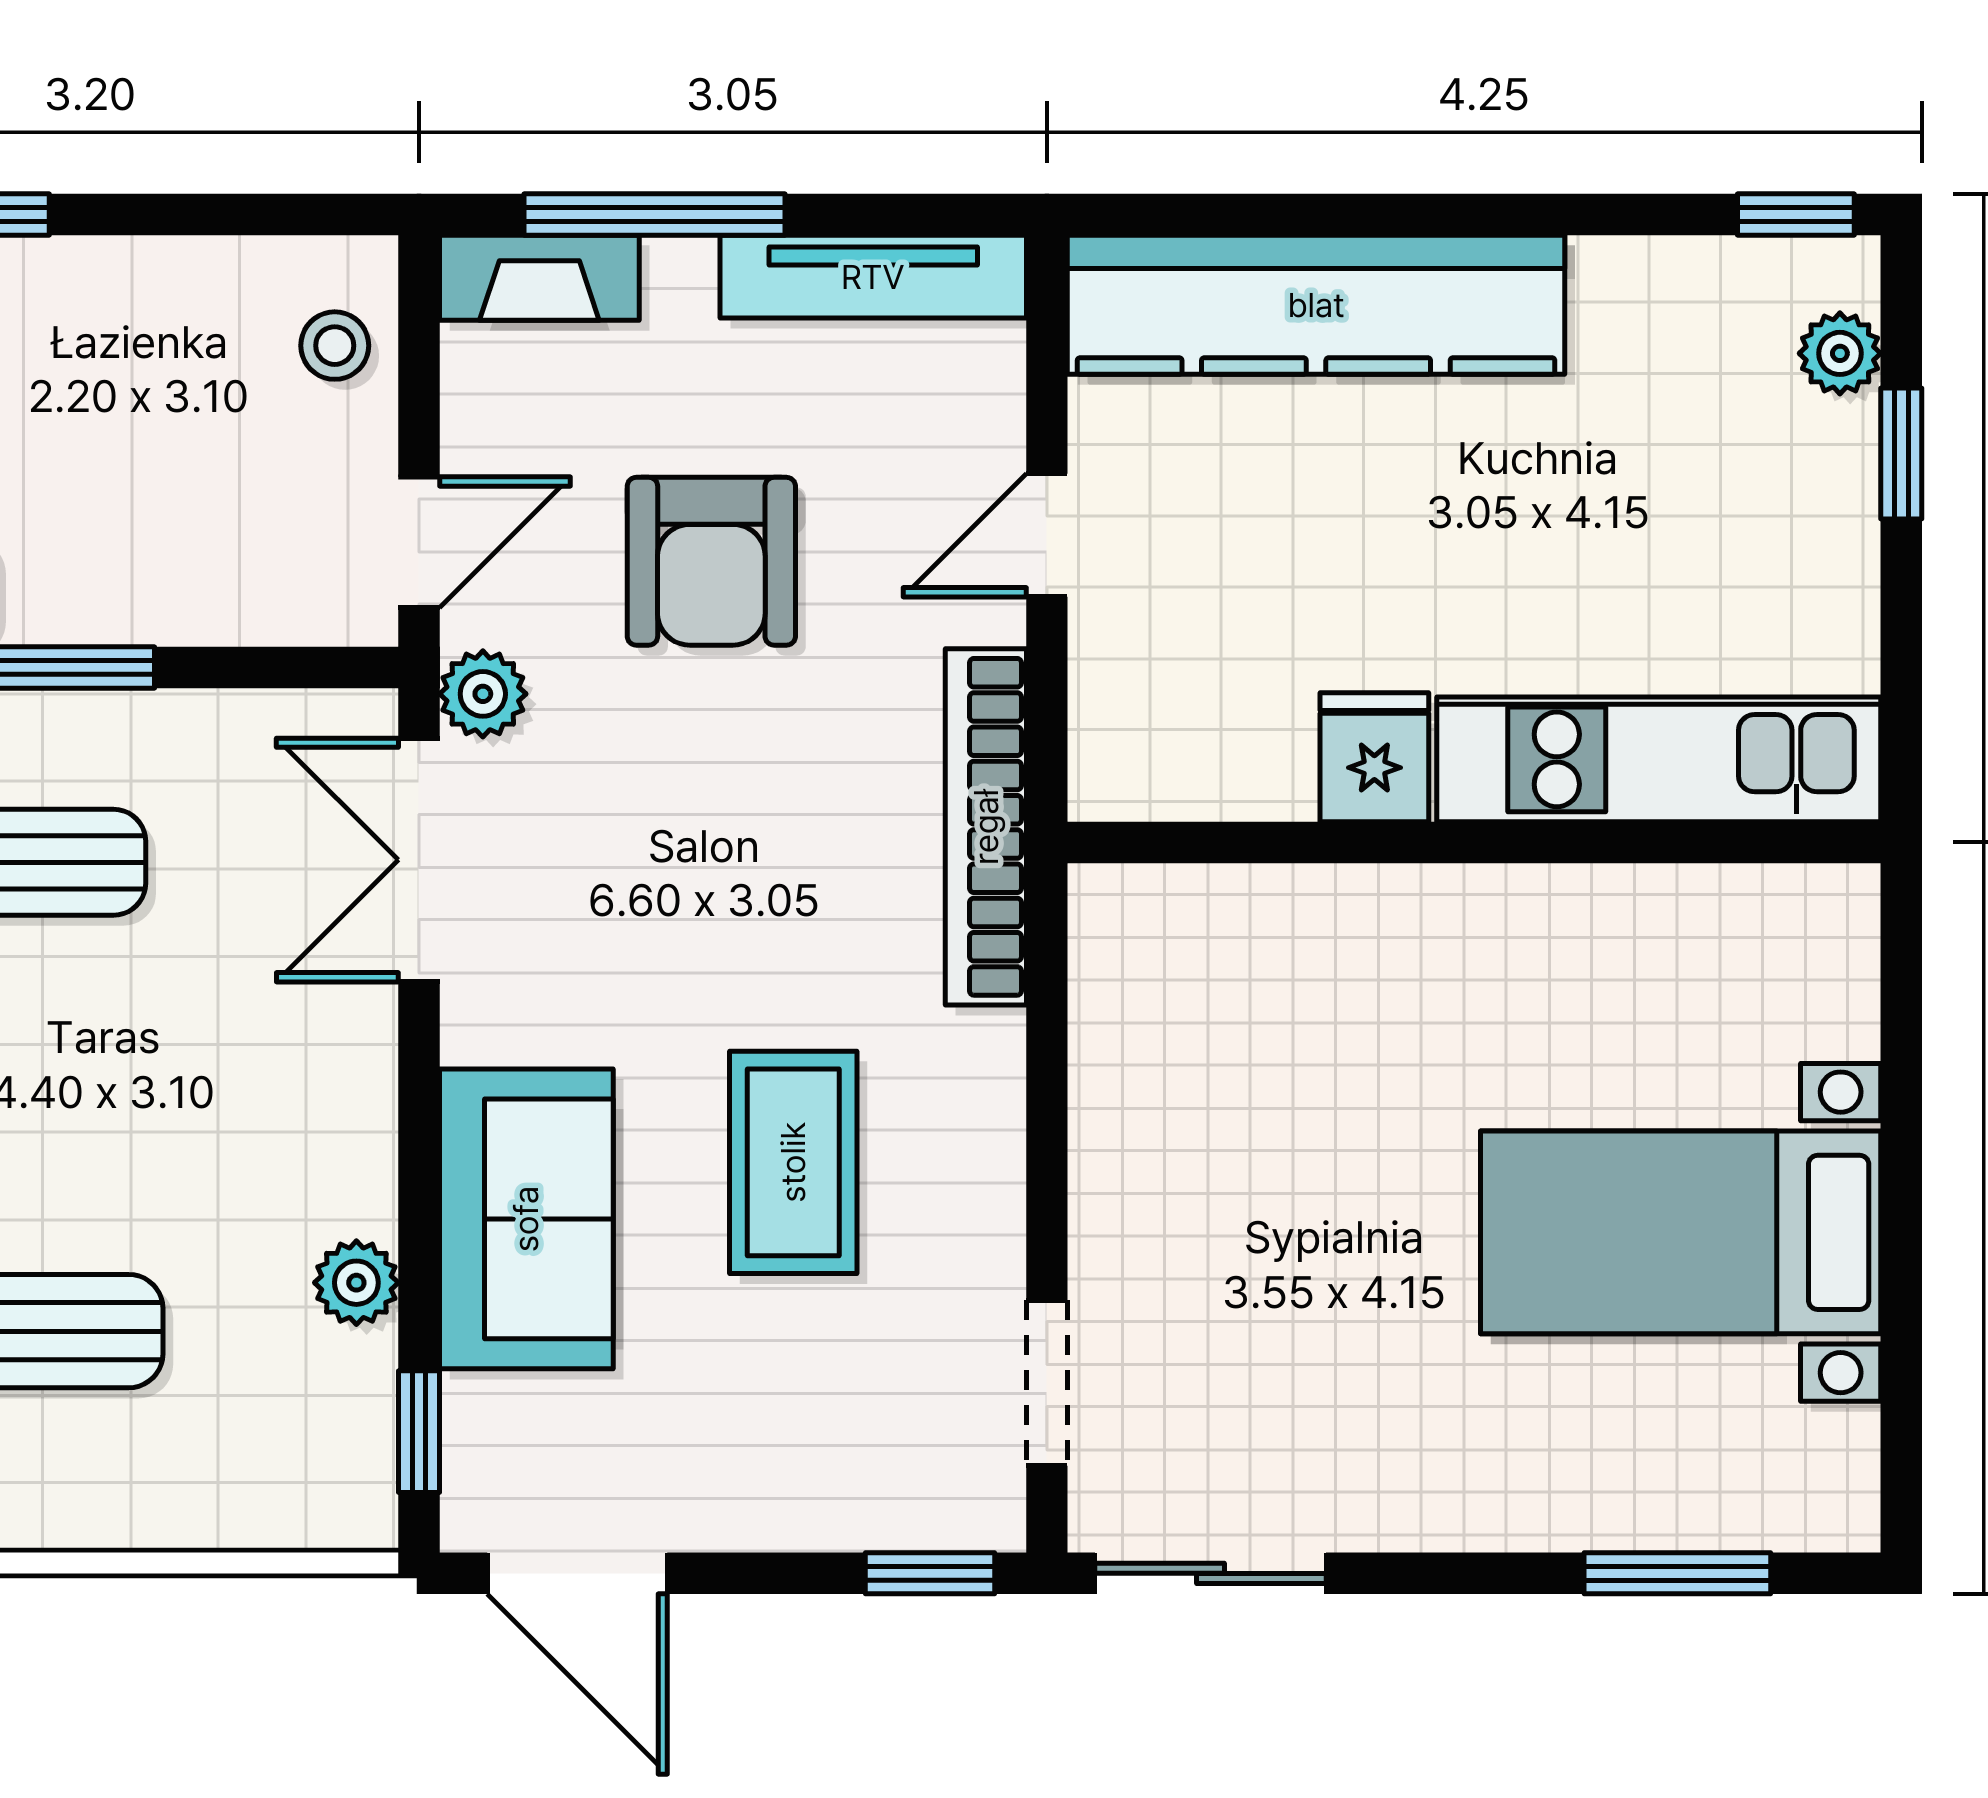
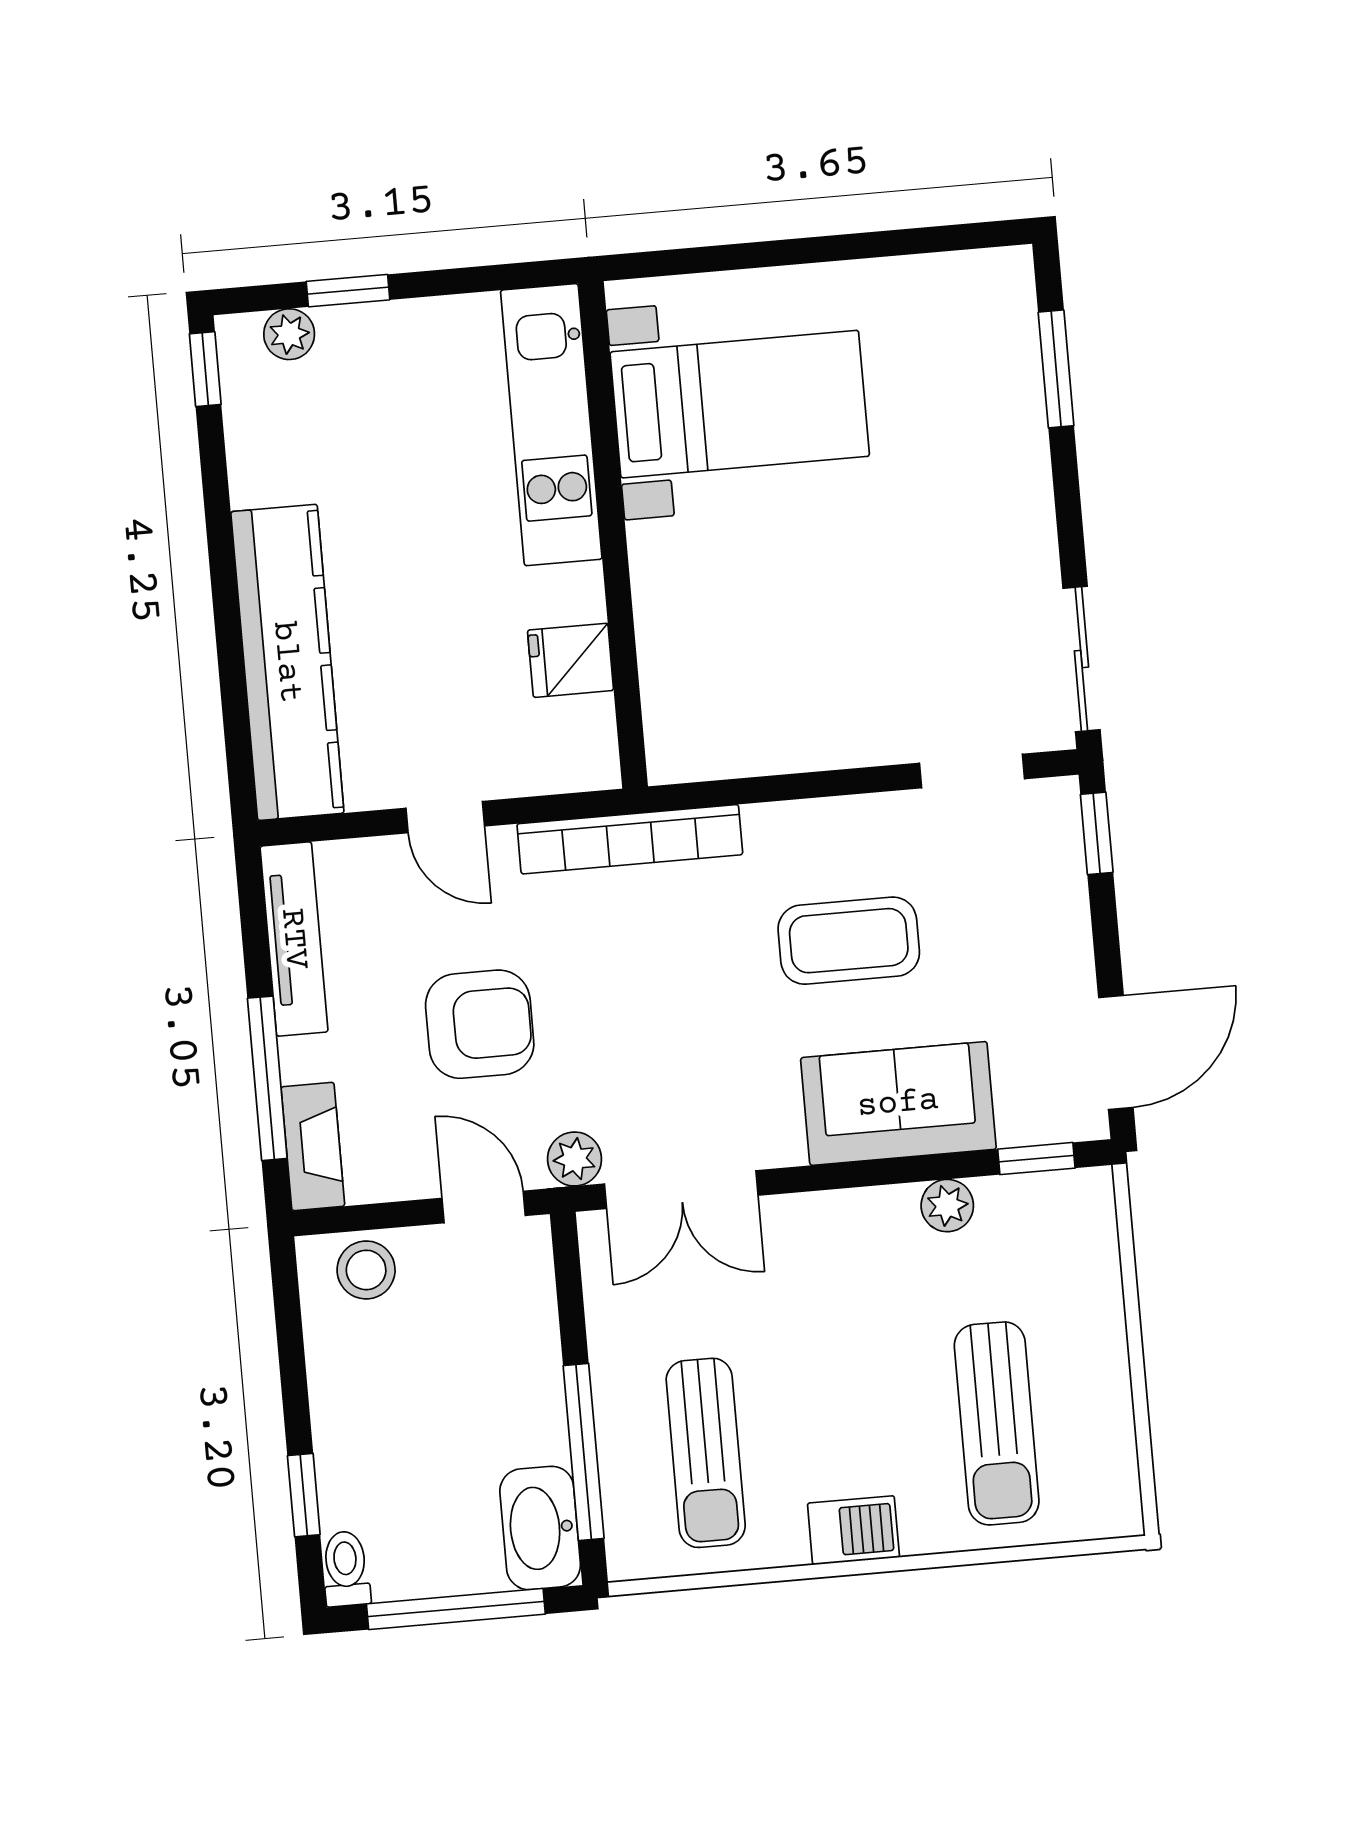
stool: (335, 346) -> (366, 1270), width x1.37, depth x1.37
fridge: (1374, 757) -> (571, 660), moved
bed with nightstands: (1681, 1232) -> (740, 404), moved, turned -90

